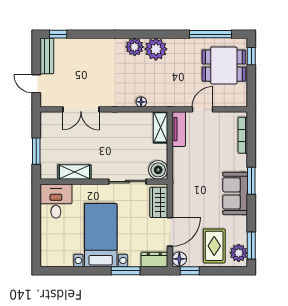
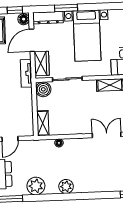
plant: (156, 49) -> (36, 186), moved
tv unit: (179, 129) -> (26, 73), moved
dresser: (154, 260) -> (48, 18), width x1.44

